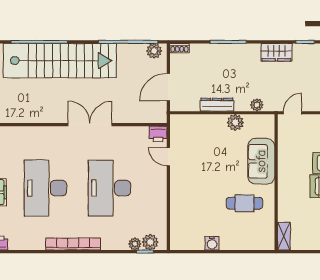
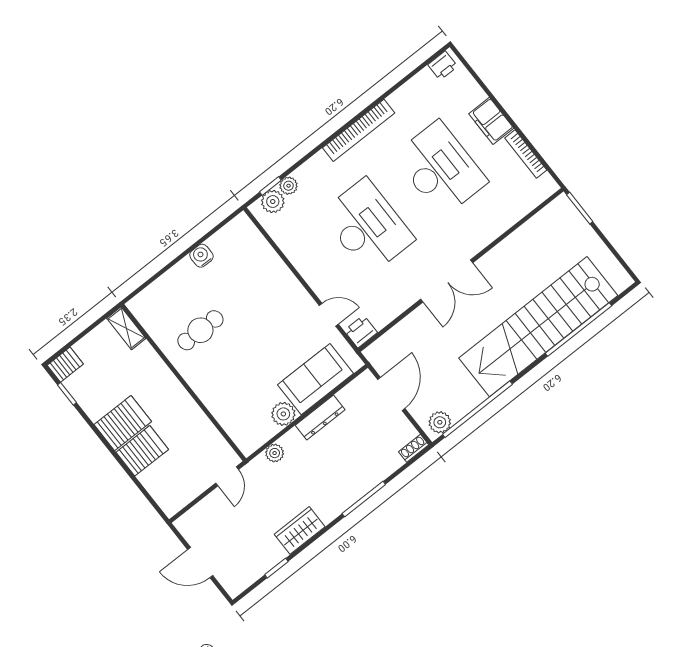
sofa: (261, 161) -> (316, 379), moved, turned -90

